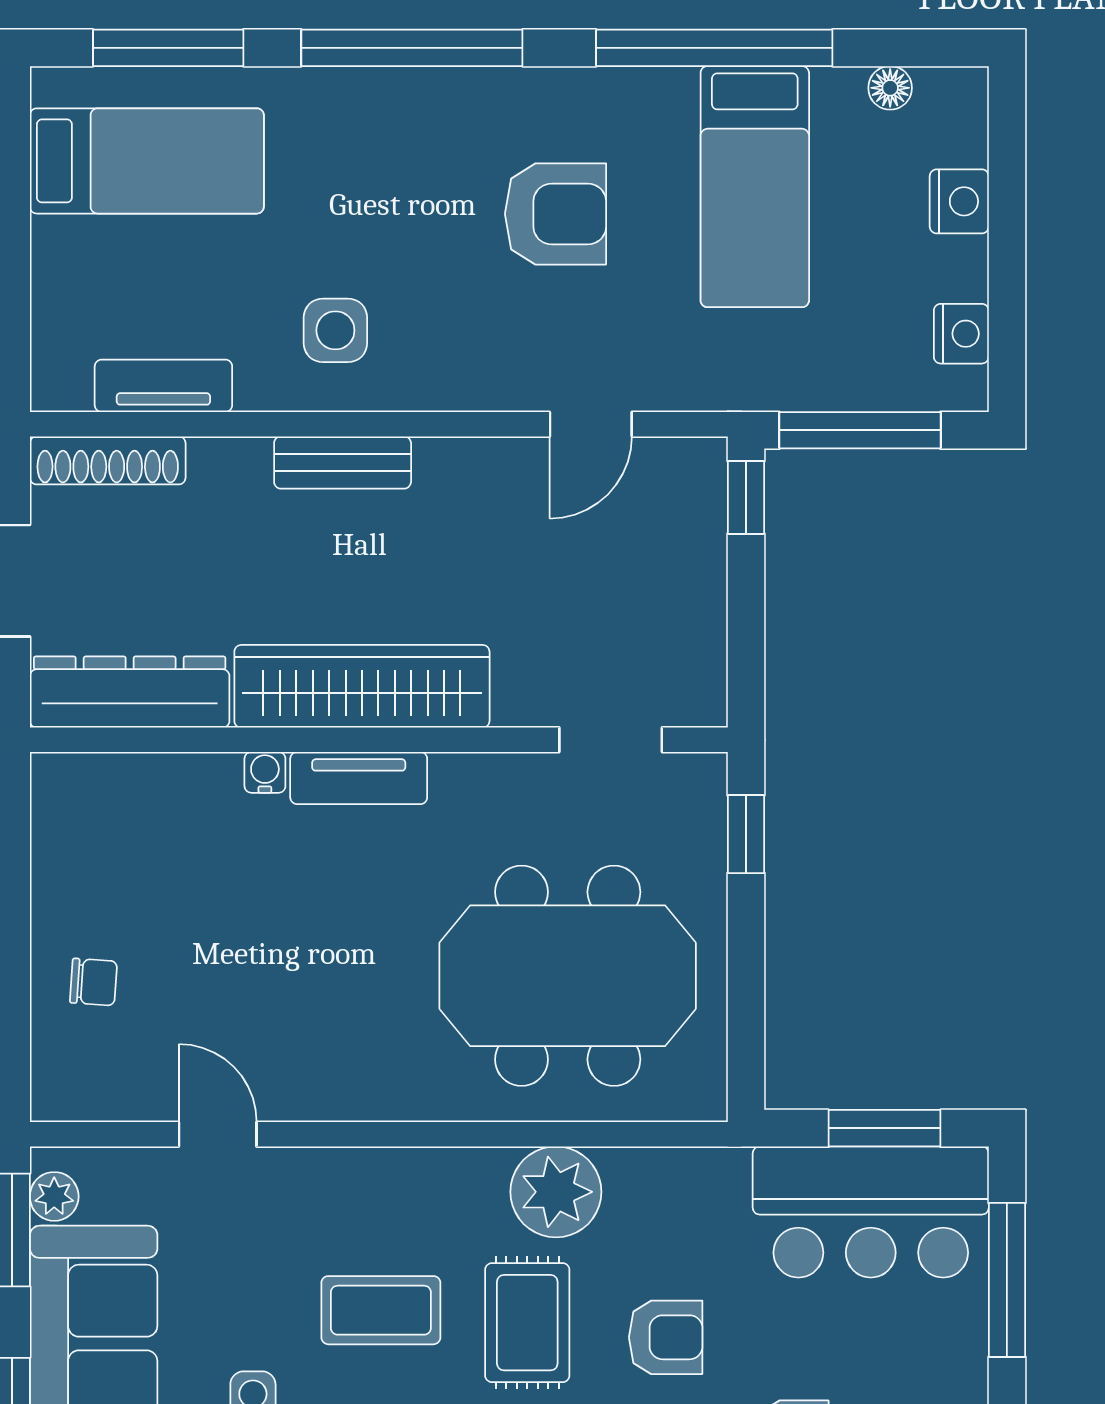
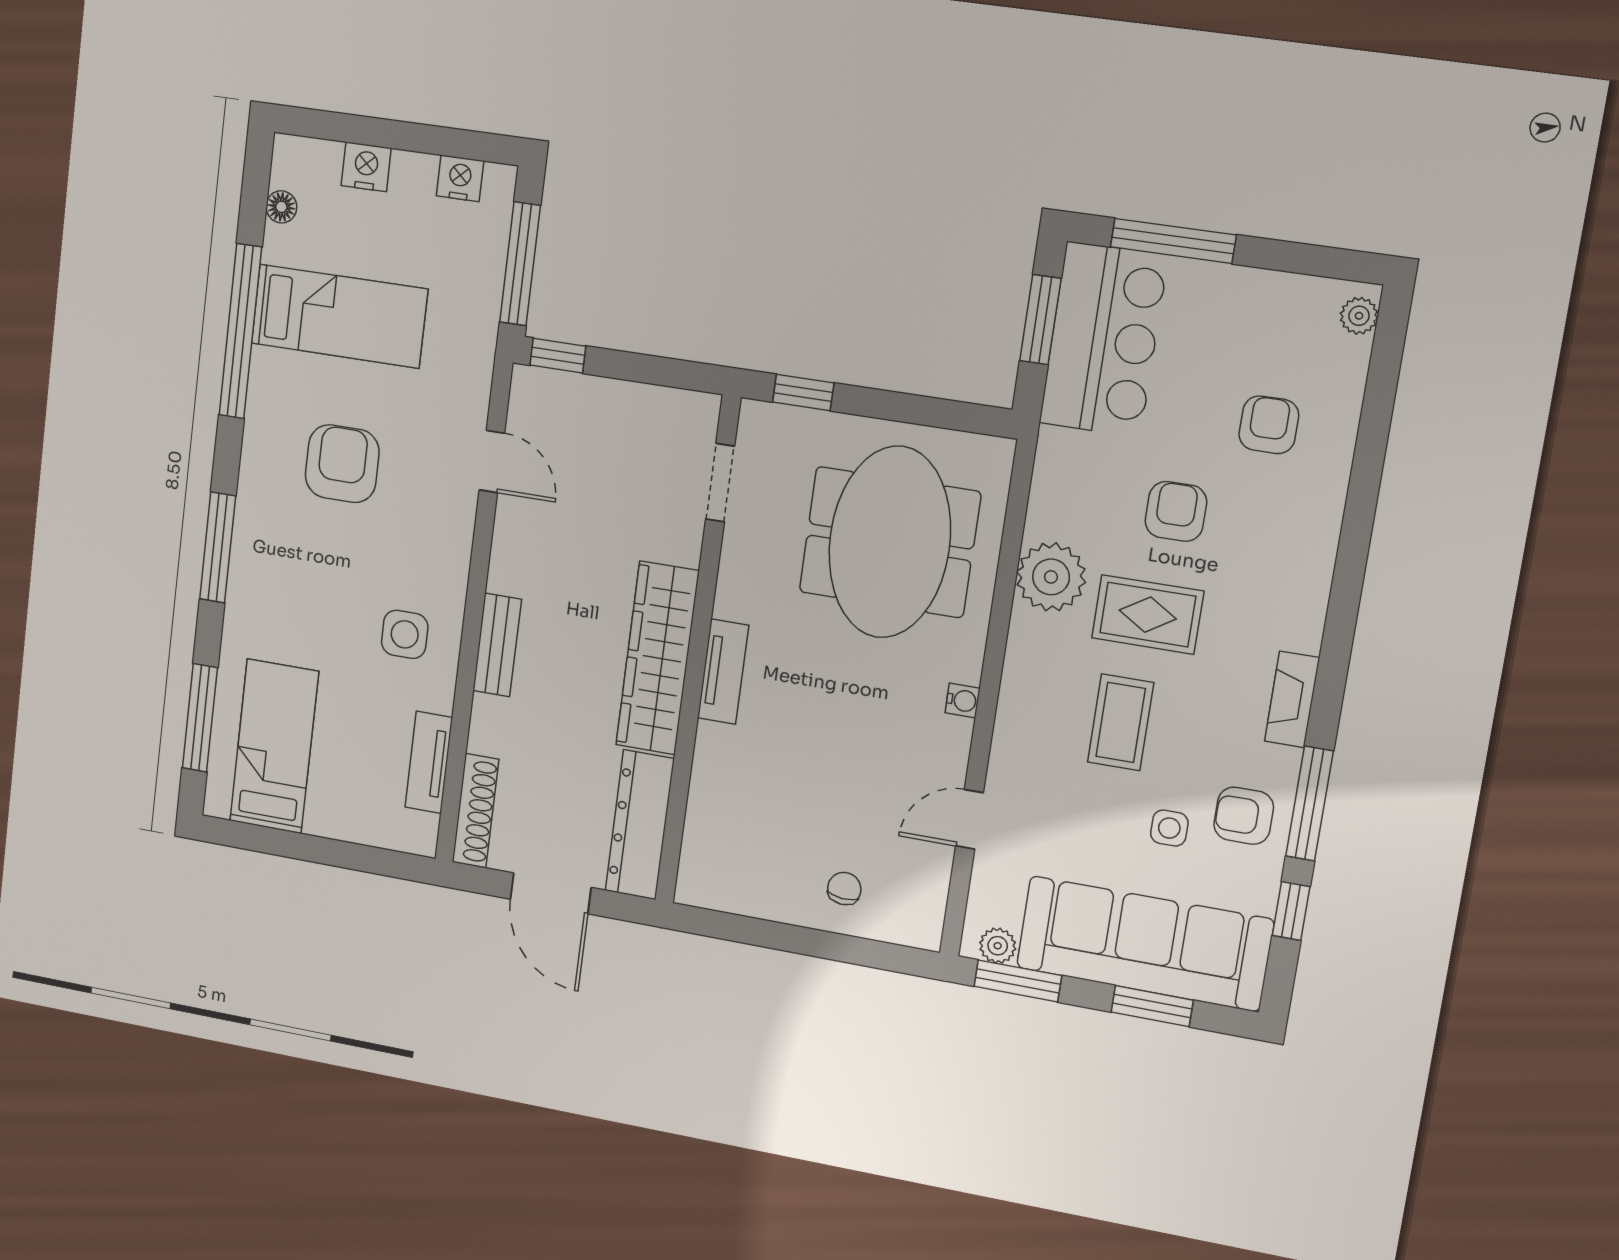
window: (412, 48) -> (218, 548), width x0.68
water cooler: (265, 772) -> (963, 701), moved, turned 180

